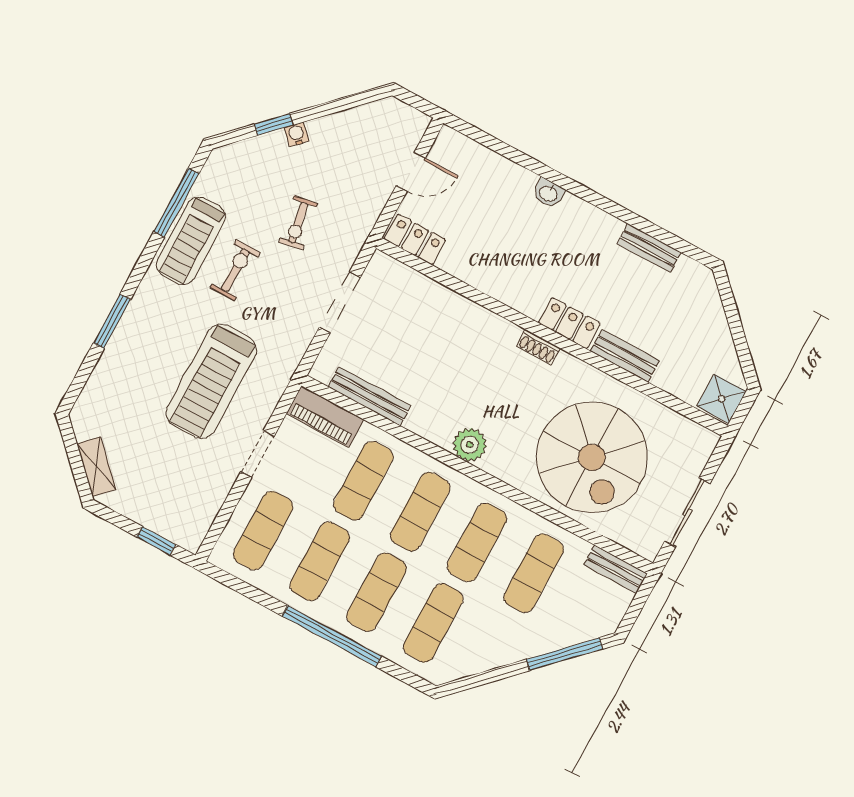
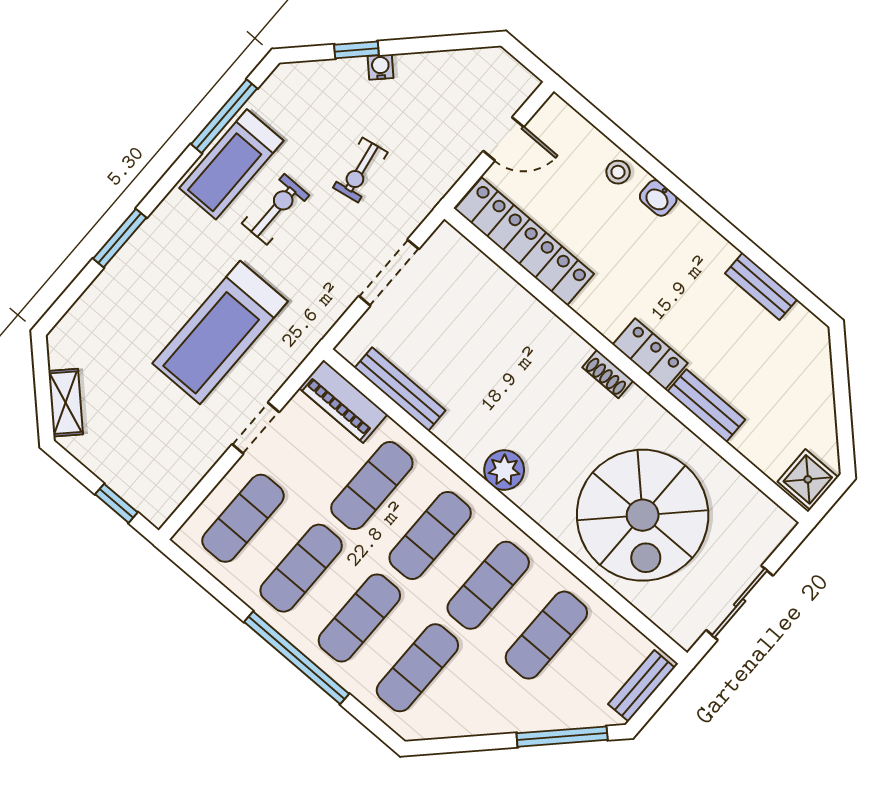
stool: (511, 179) -> (618, 172), added
locker: (415, 239) -> (524, 242), width x2.16, depth x1.21
bench: (616, 569) -> (641, 686), moved, turned 90

